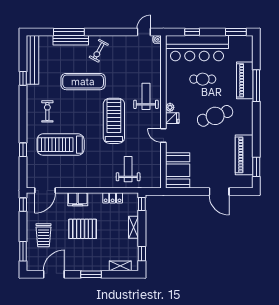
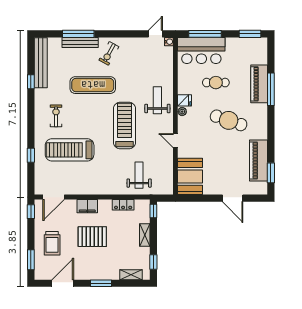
window: (192, 32) -> (205, 34), width x2.17
bar counter: (197, 48) -> (201, 51), width x0.73
cafe table: (215, 116) -> (229, 120), turned 39
fridge: (172, 118) -> (185, 100), moved

